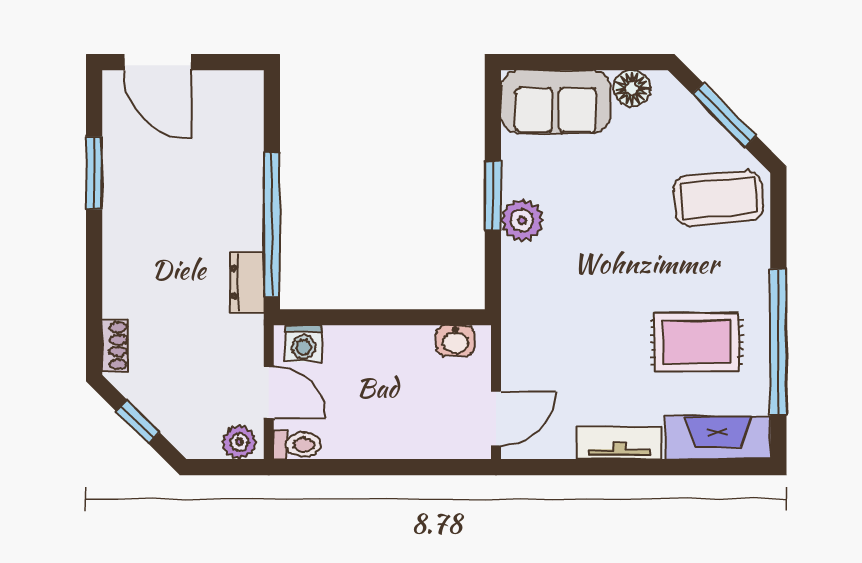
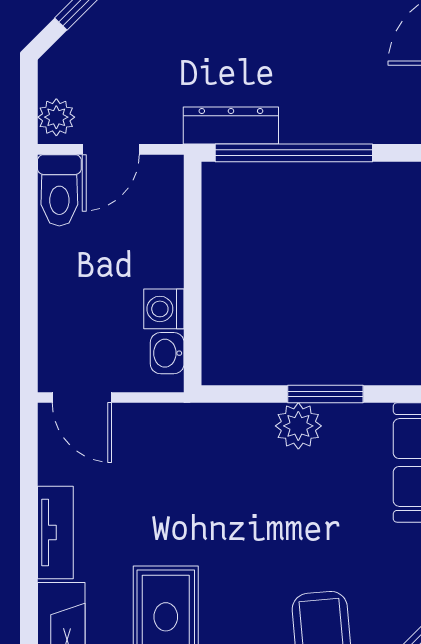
dresser: (247, 282) -> (231, 126), width x1.44
washing machine: (304, 344) -> (164, 309), moved
toilet: (297, 445) -> (59, 190), width x1.37, depth x1.39

